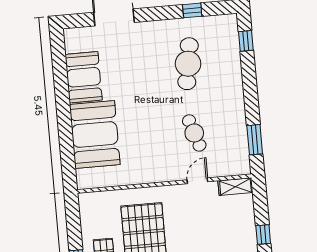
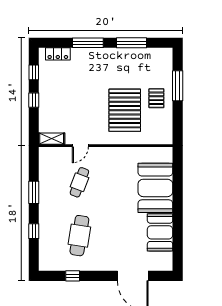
window: (246, 41) -> (34, 231), moved
cafe table: (194, 133) -> (79, 182), turned 39
window: (255, 140) -> (34, 192), moved

